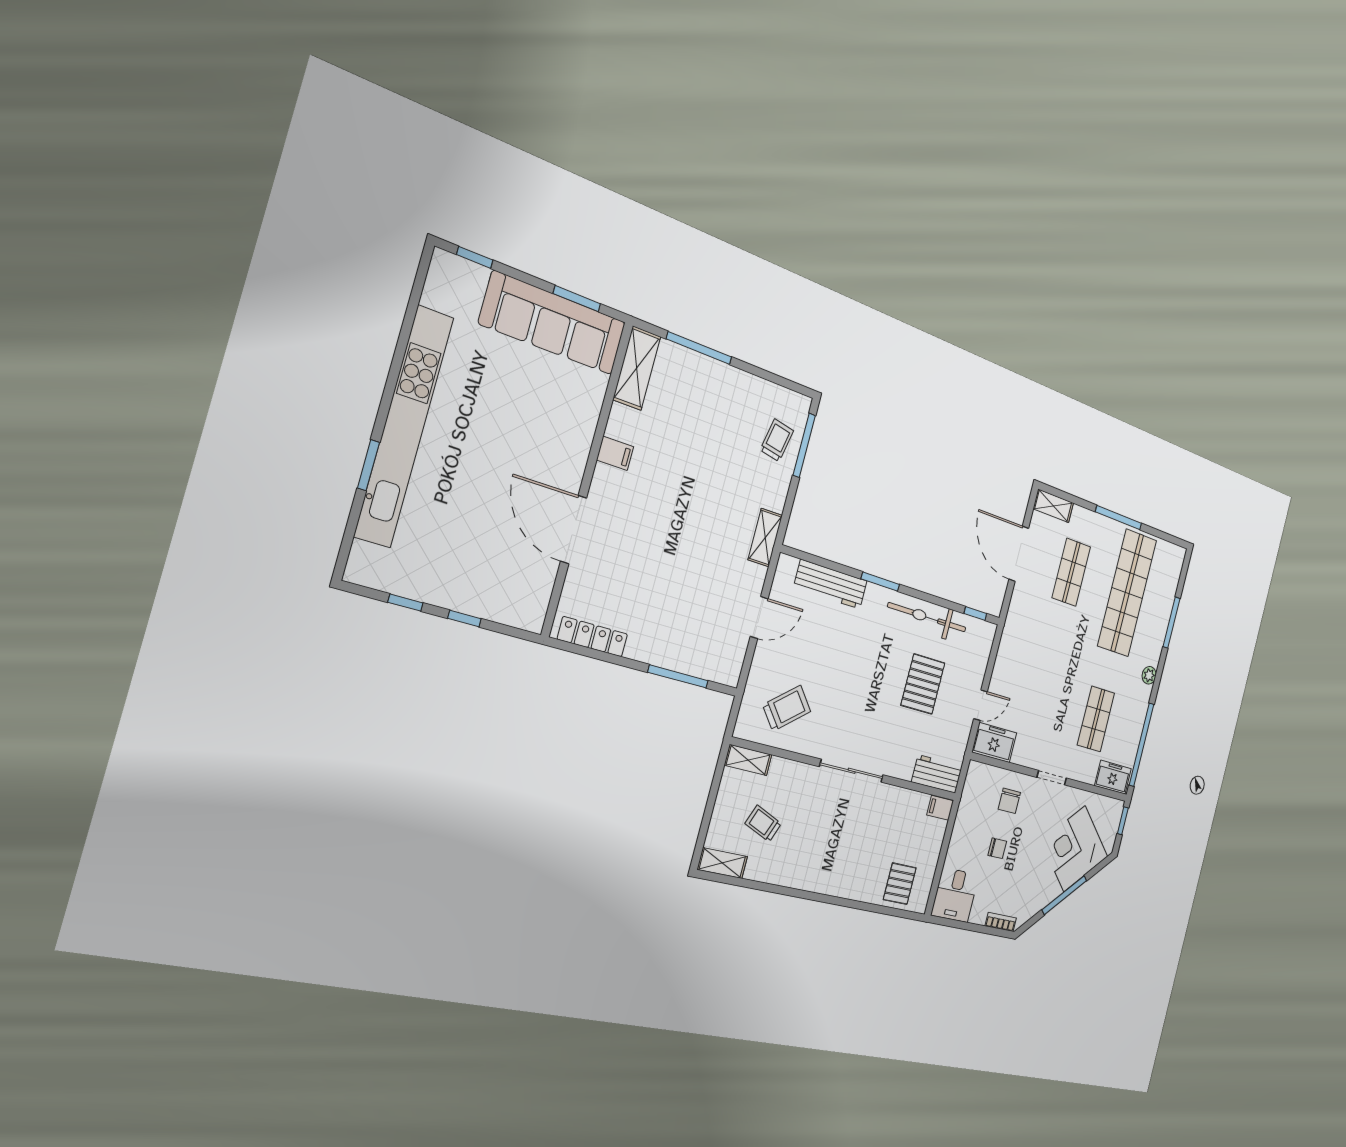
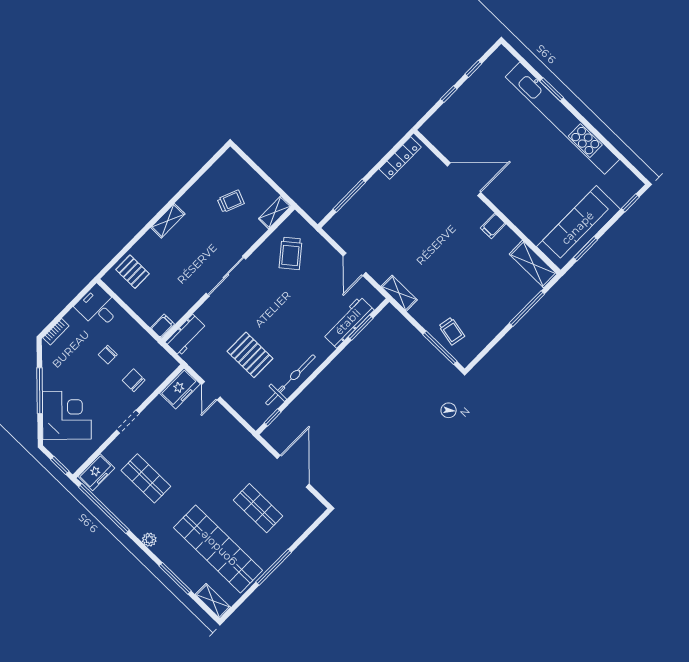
shelving: (1053, 506) -> (213, 601), moved, turned 90
door: (1019, 554) -> (293, 471), hinge flipped
window: (880, 582) -> (361, 328), moved
shelving: (722, 863) -> (168, 221), moved

